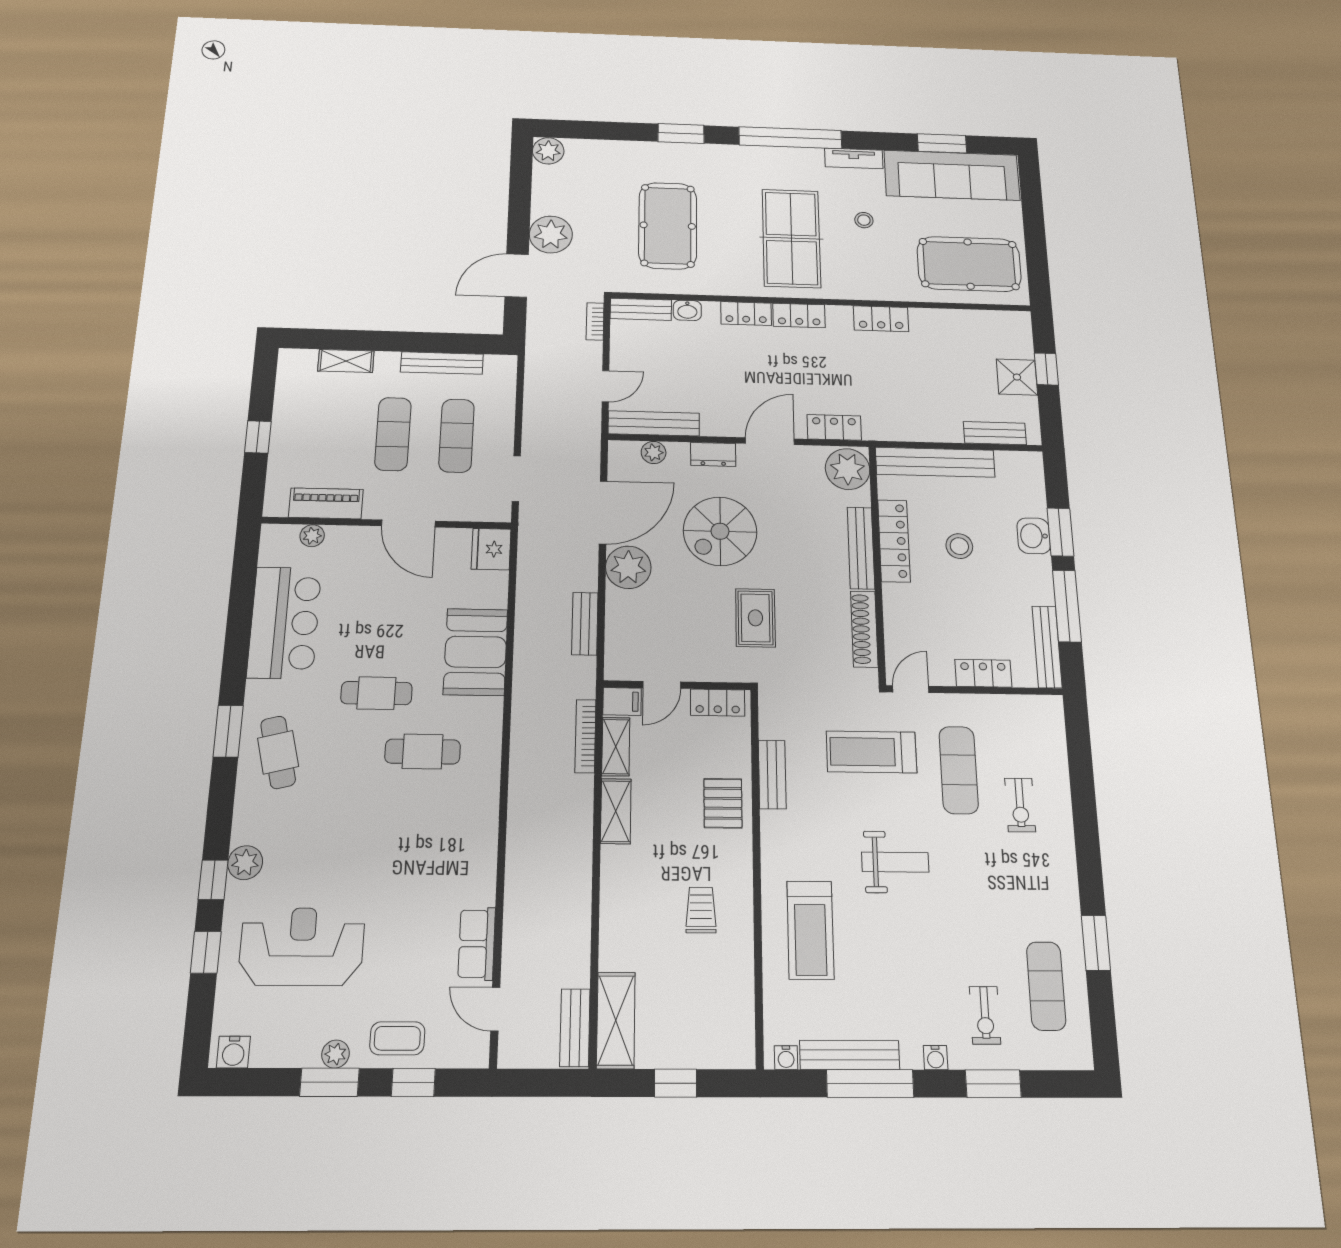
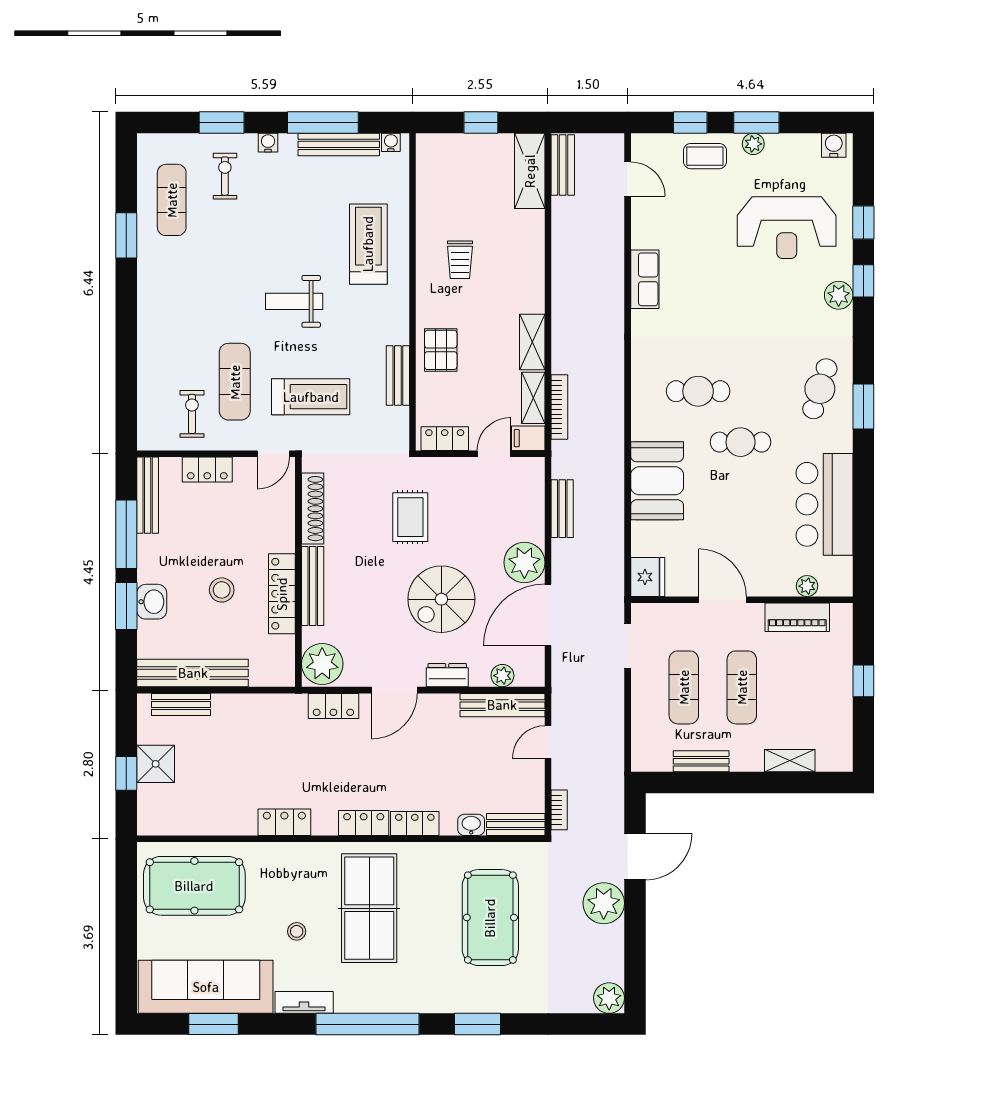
bench: (442, 363) -> (701, 761), width x0.73
bench: (935, 462) -> (193, 673), moved
spiral stairs: (720, 531) -> (441, 599), turned 180
cafe table: (278, 752) -> (820, 389), turned 32
exercise bike: (1020, 805) -> (192, 414), moved
row of seats: (477, 944) -> (645, 279), moved

